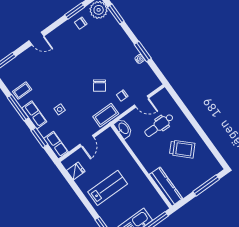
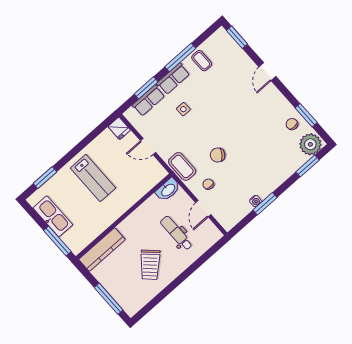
row of seats: (56, 145) -> (148, 101), moved
fridge: (76, 171) -> (119, 128), moved

